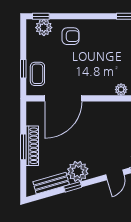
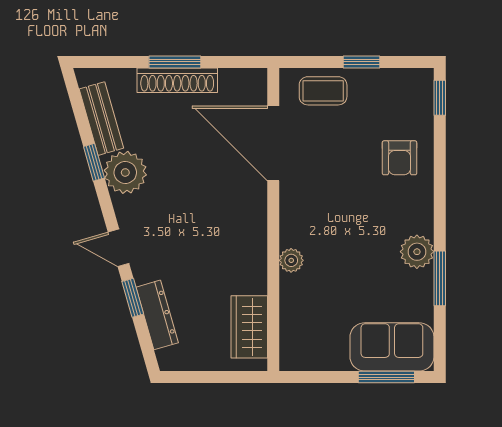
plant: (44, 28) -> (417, 252), moved
window: (23, 69) -> (362, 62), moved

